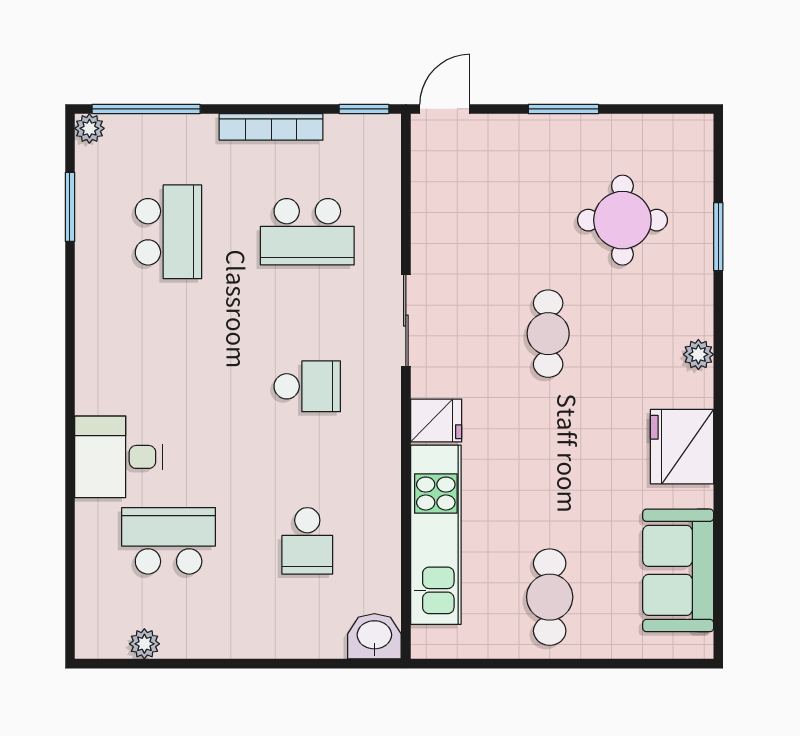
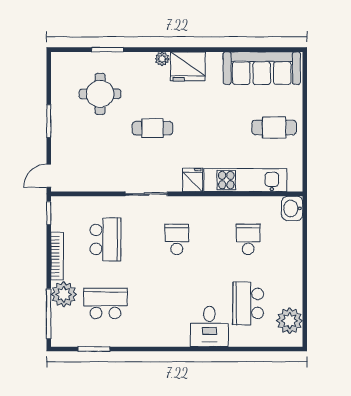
door: (445, 109) -> (49, 176), hinge flipped
plant: (89, 128) -> (64, 294), moved, width x1.88, depth x1.88
fridge: (682, 447) -> (188, 66), moved
school desk: (307, 541) -> (248, 239), turned -90
sofa: (678, 570) -> (262, 68), width x1.36
plant: (144, 644) -> (290, 321), width x1.88, depth x1.88

